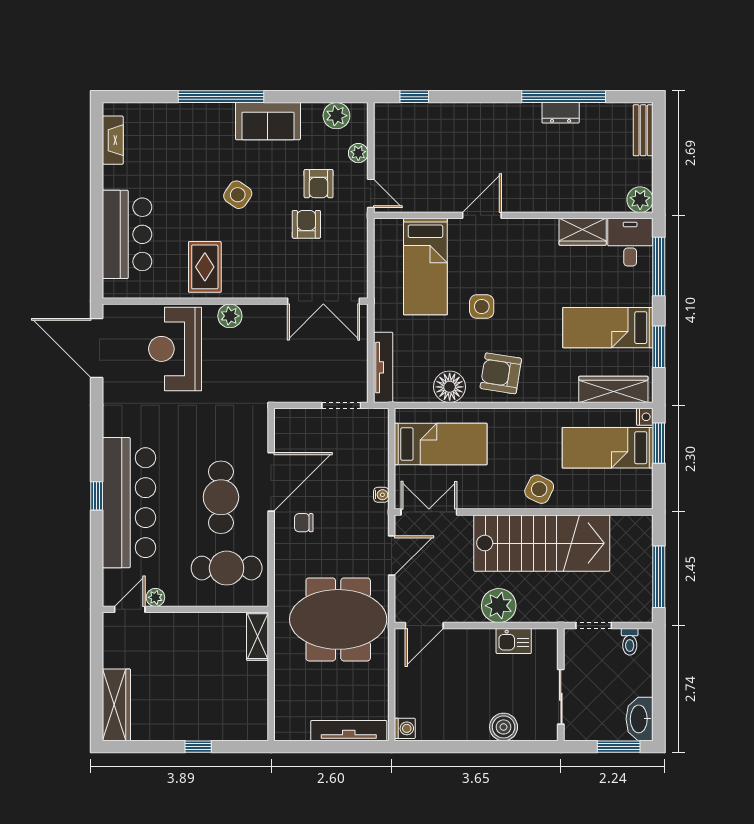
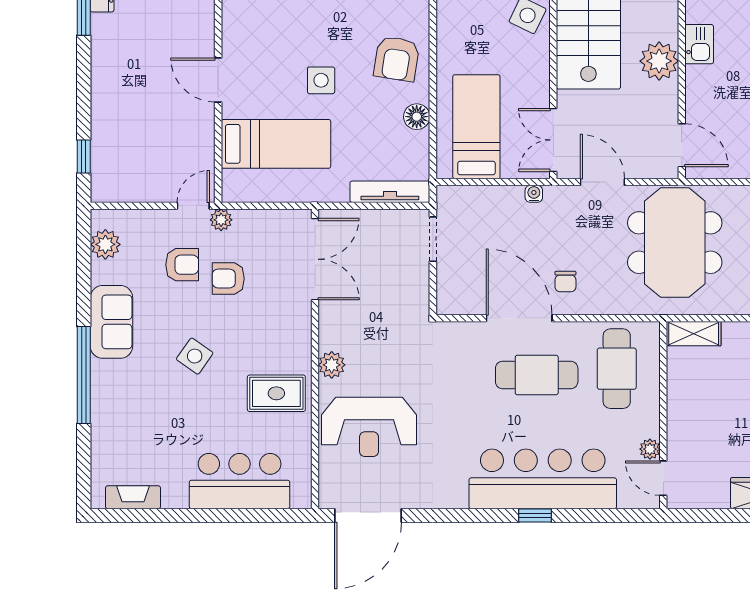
plant: (358, 153) -> (221, 220), moved
floor lamp: (450, 387) -> (417, 117), width x0.73, depth x0.73

